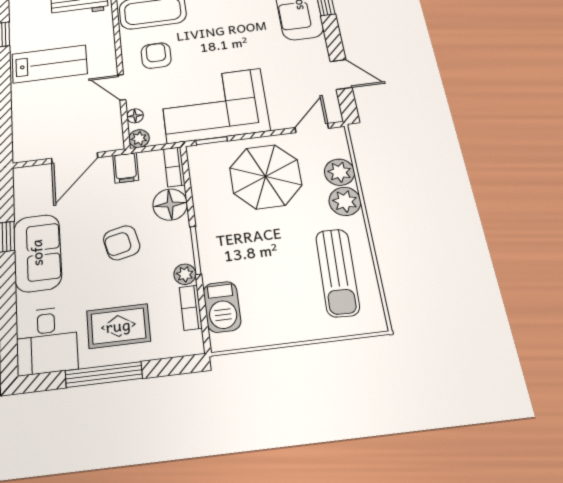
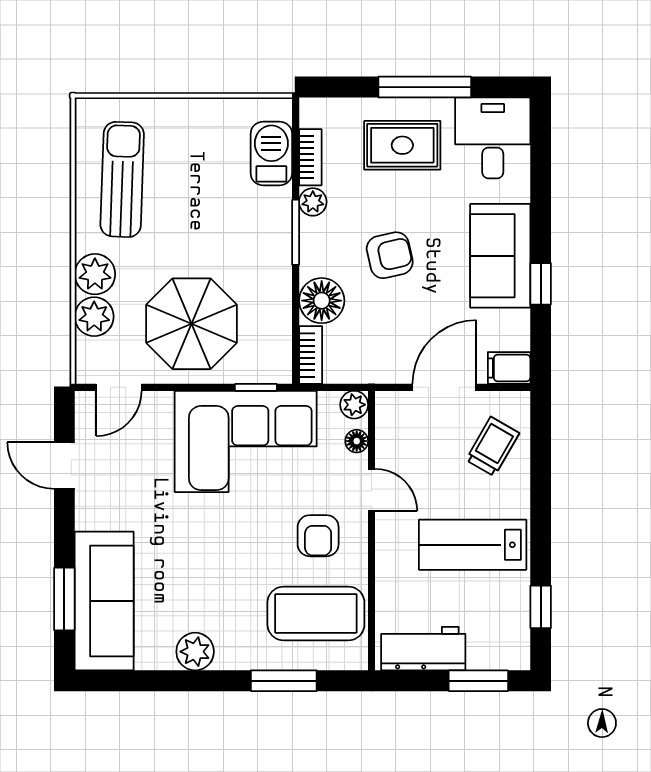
trolley: (38, 125) -> (493, 447), added
filing cabinet: (126, 168) -> (509, 368), moved, turned -90

